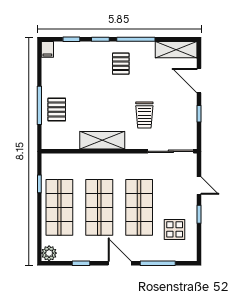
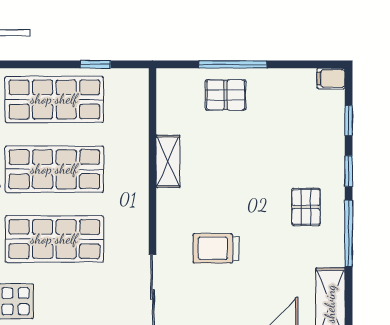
pallet: (121, 64) -> (306, 207), turned 90
shelving: (102, 140) -> (168, 161), width x0.67, depth x0.75

